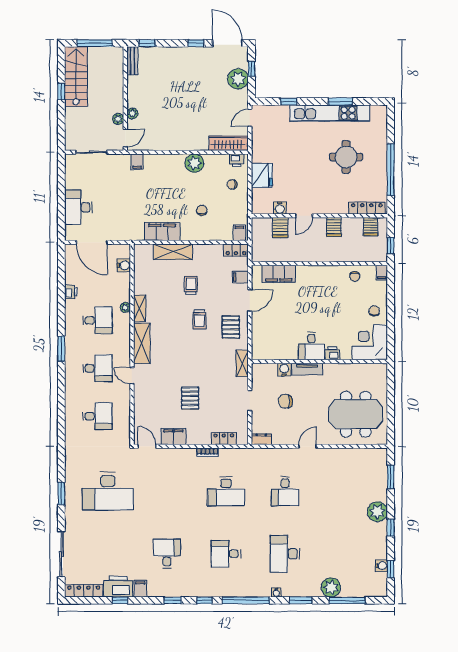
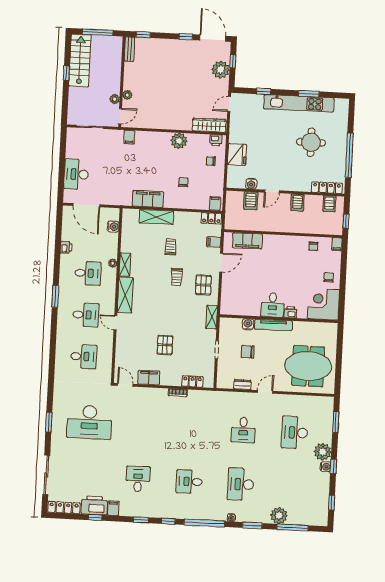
tv unit: (307, 369) -> (273, 325), width x1.41
dresser: (261, 439) -> (242, 385), moved
desk: (226, 491) -> (295, 433), moved, turned 90
water cooler: (381, 566) -> (325, 467), moved

